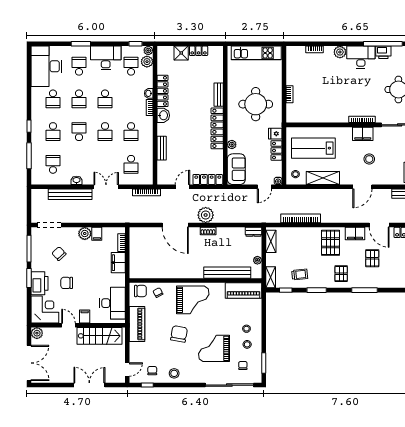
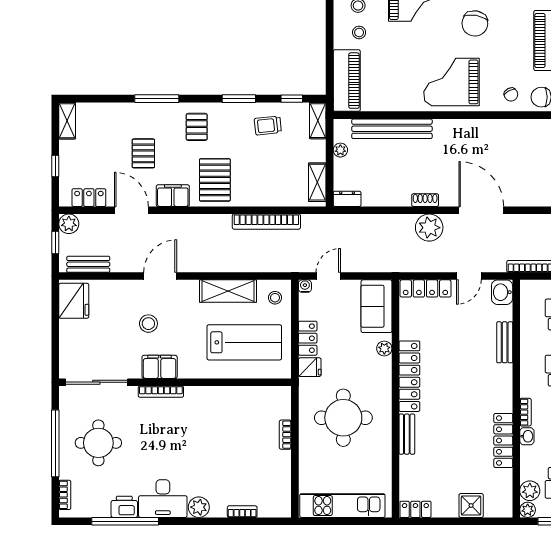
locker: (199, 51) -> (415, 509), moved
washbasin: (163, 115) -> (502, 292), moved
piano: (244, 290) -> (347, 81), moved, turned 90

